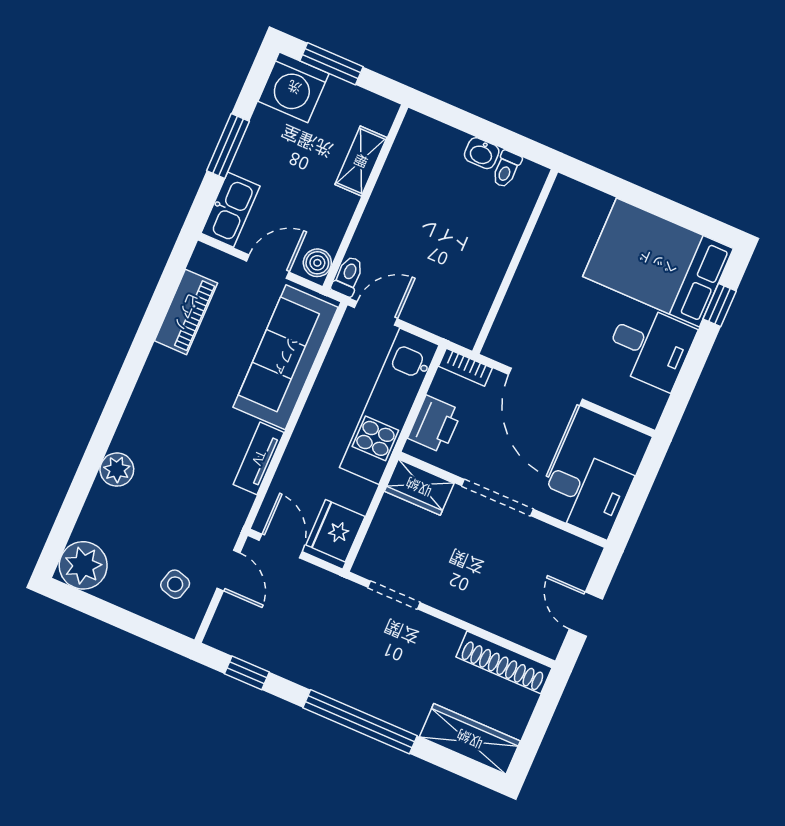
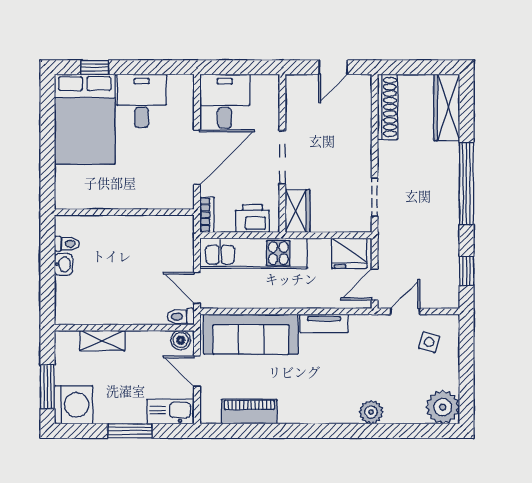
desk: (586, 493) -> (225, 101), moved

